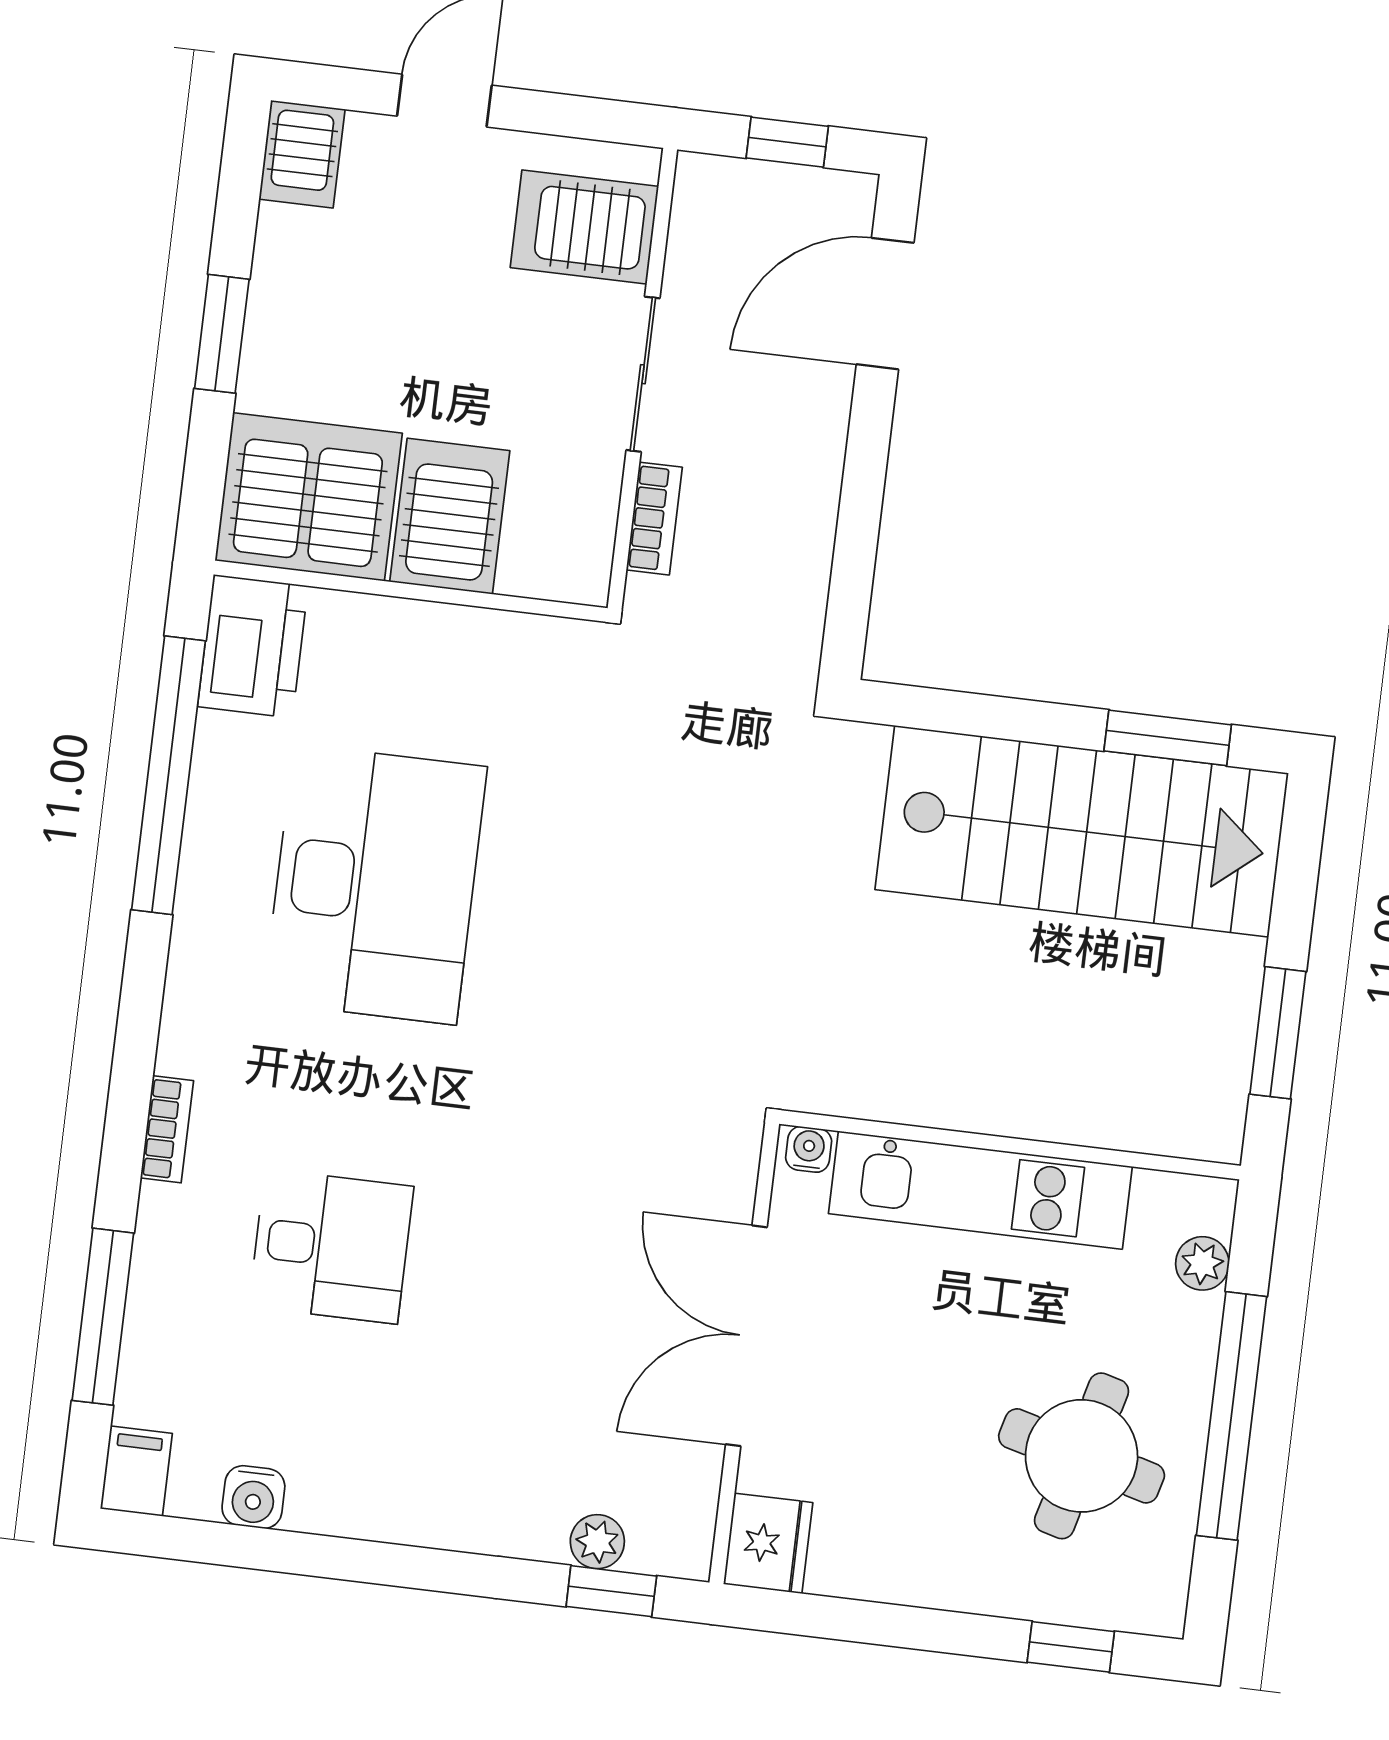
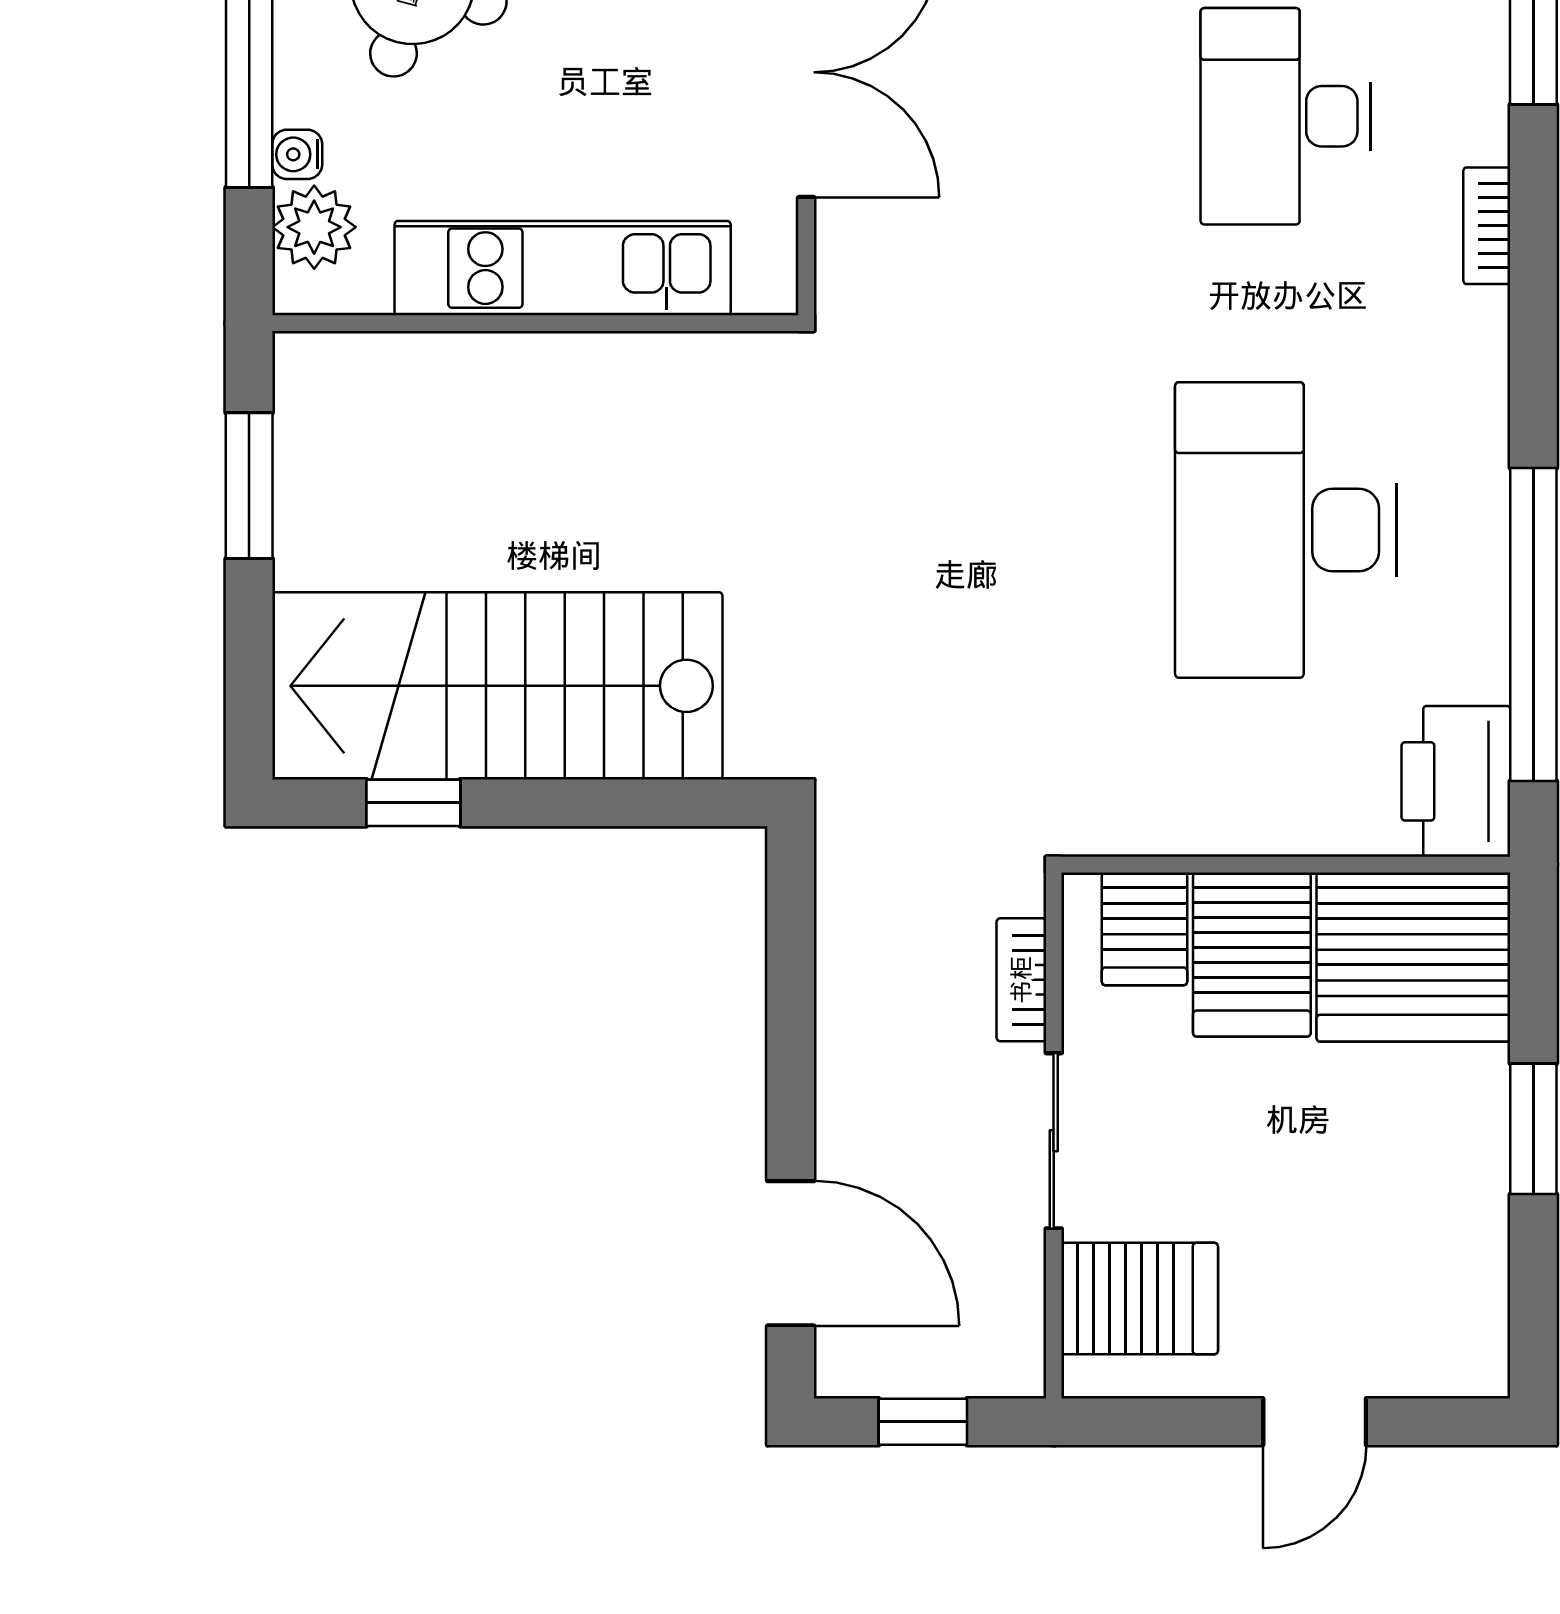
server rack: (302, 154) -> (1144, 929), moved, turned 180
door: (885, 304) -> (791, 1253), hinge flipped
window: (1168, 738) -> (413, 803), width x0.67
water cooler: (809, 1149) -> (297, 154), moved, turned 90
desk: (331, 1246) -> (1286, 116), width x1.37
plant: (1202, 1263) -> (314, 227), width x1.38, depth x1.38

